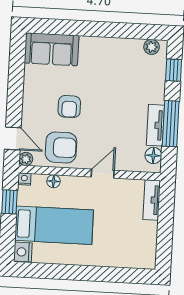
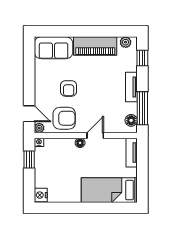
piano: (109, 50) -> (95, 46), added
window: (171, 124) -> (142, 108), moved
tv unit: (155, 125) -> (131, 87), moved
floor lamp: (54, 181) -> (80, 143), moved
bed: (54, 225) -> (109, 190), moved, turned 180

